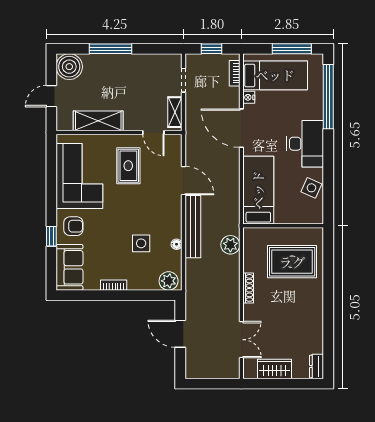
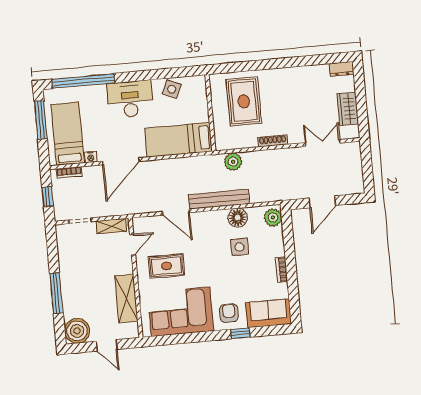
door: (183, 181) -> (176, 212), swing flipped
floor lamp: (177, 244) -> (238, 218), width x1.89, depth x1.89

